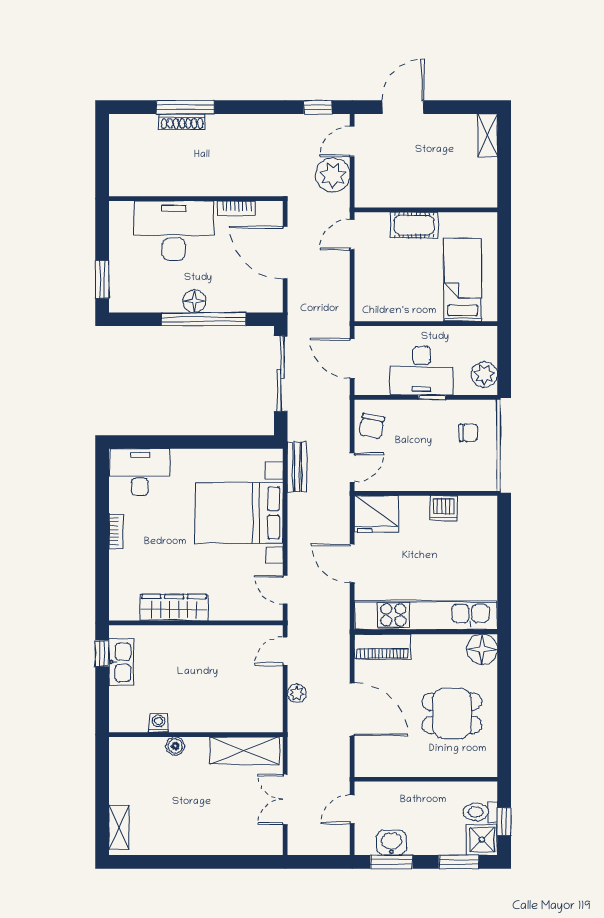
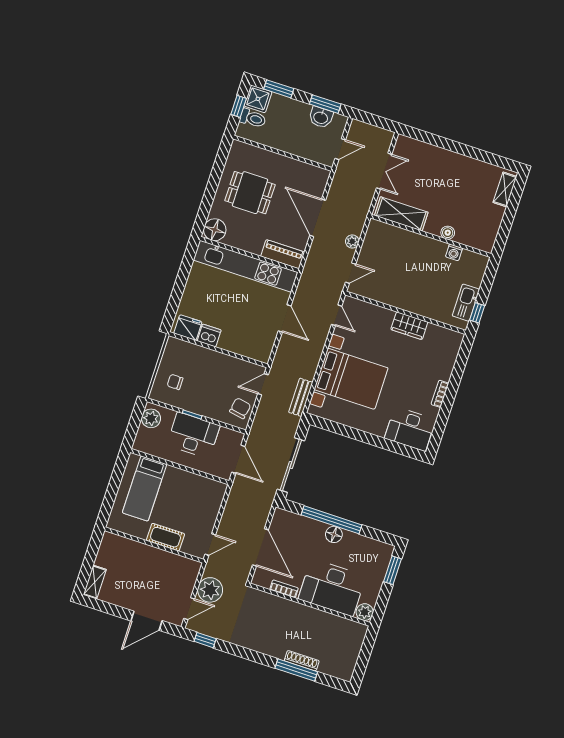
plant: (120, 213) -> (365, 612), added
fridge: (376, 514) -> (188, 328), moved, width x0.73, depth x0.75
wardrobe: (174, 608) -> (409, 326), width x0.67

